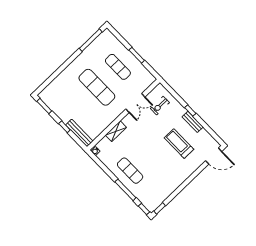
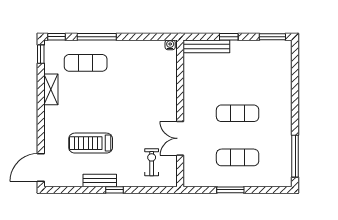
exercise mat: (97, 87) -> (238, 113), width x0.73, depth x0.69
shelving: (116, 131) -> (51, 89), moved
treadmill: (179, 144) -> (91, 143), turned 180
exercise mat: (130, 171) -> (86, 63), moved

